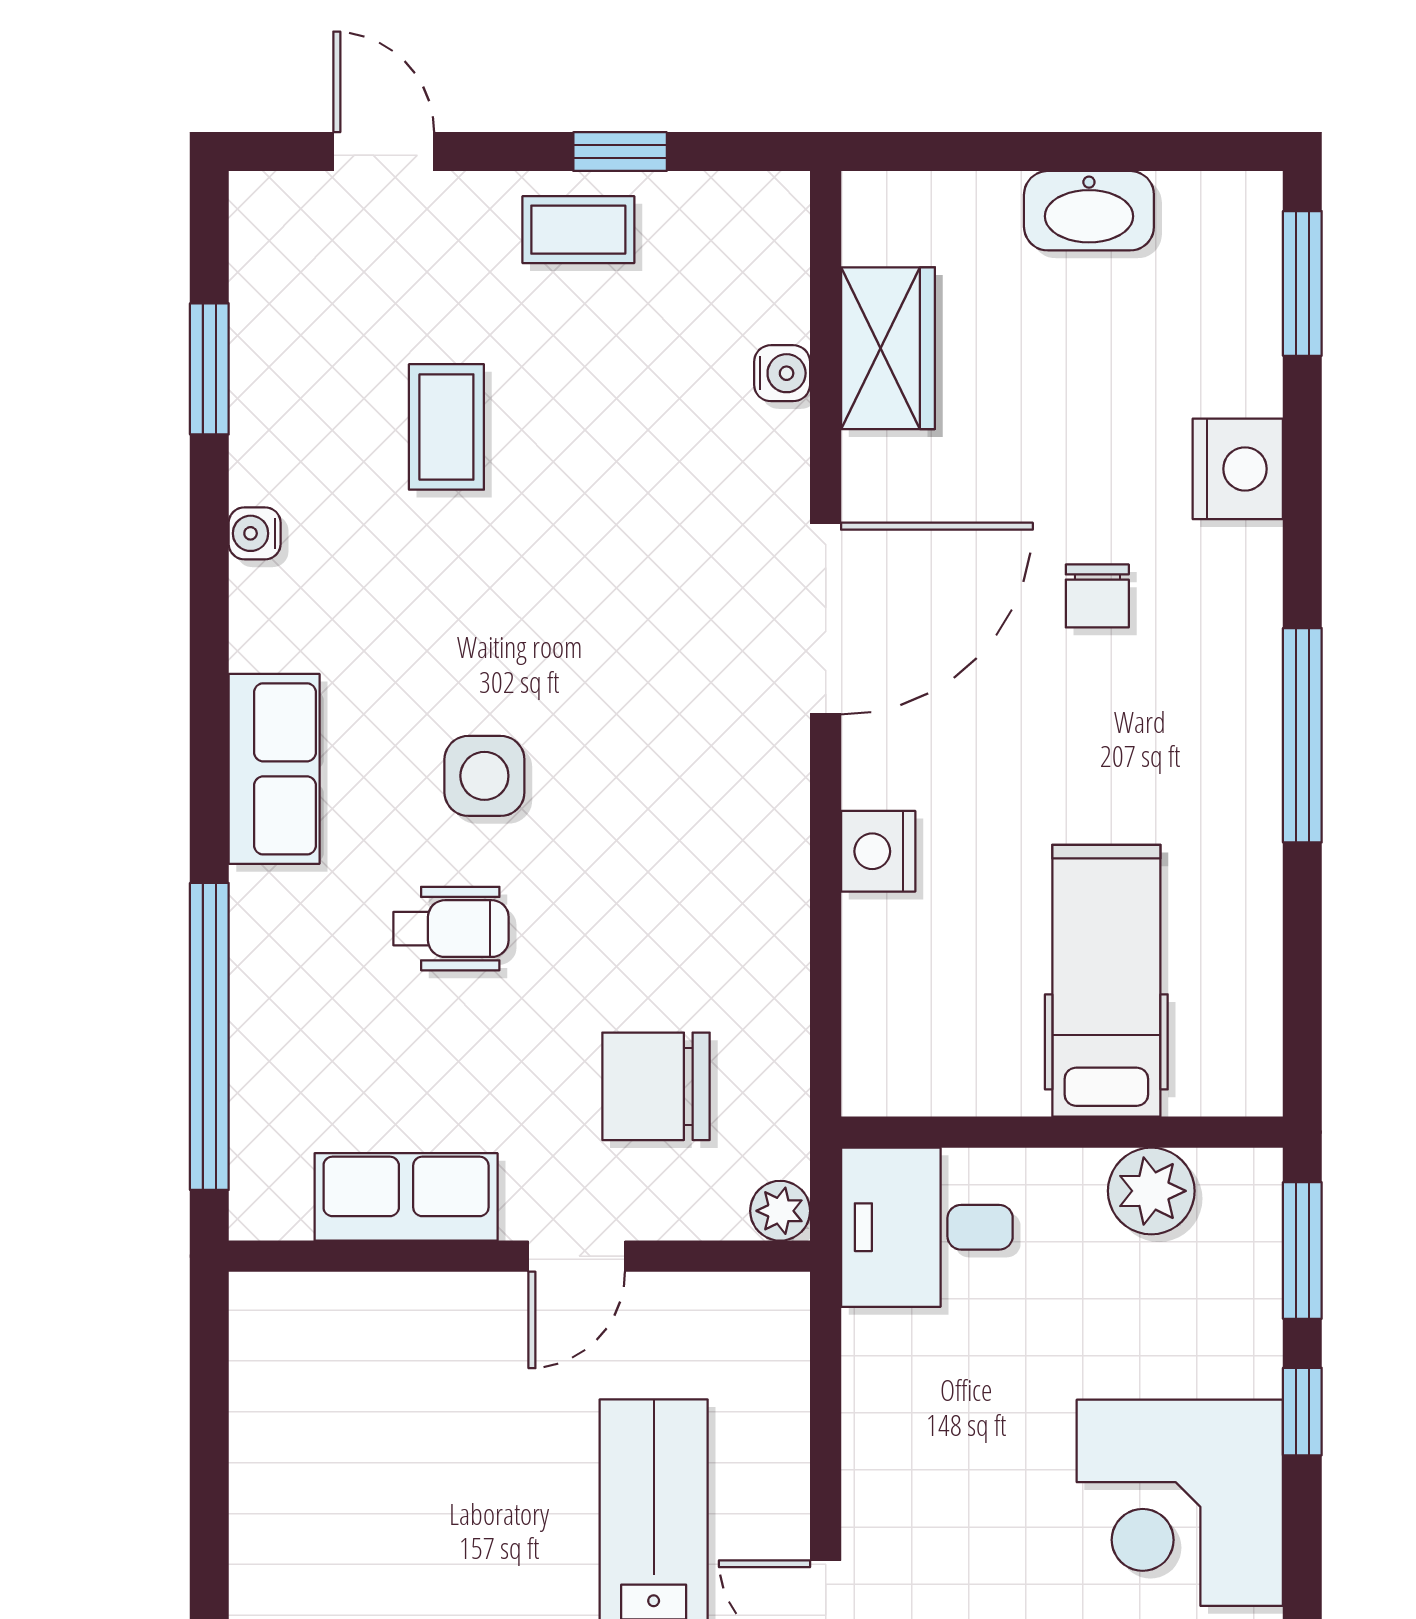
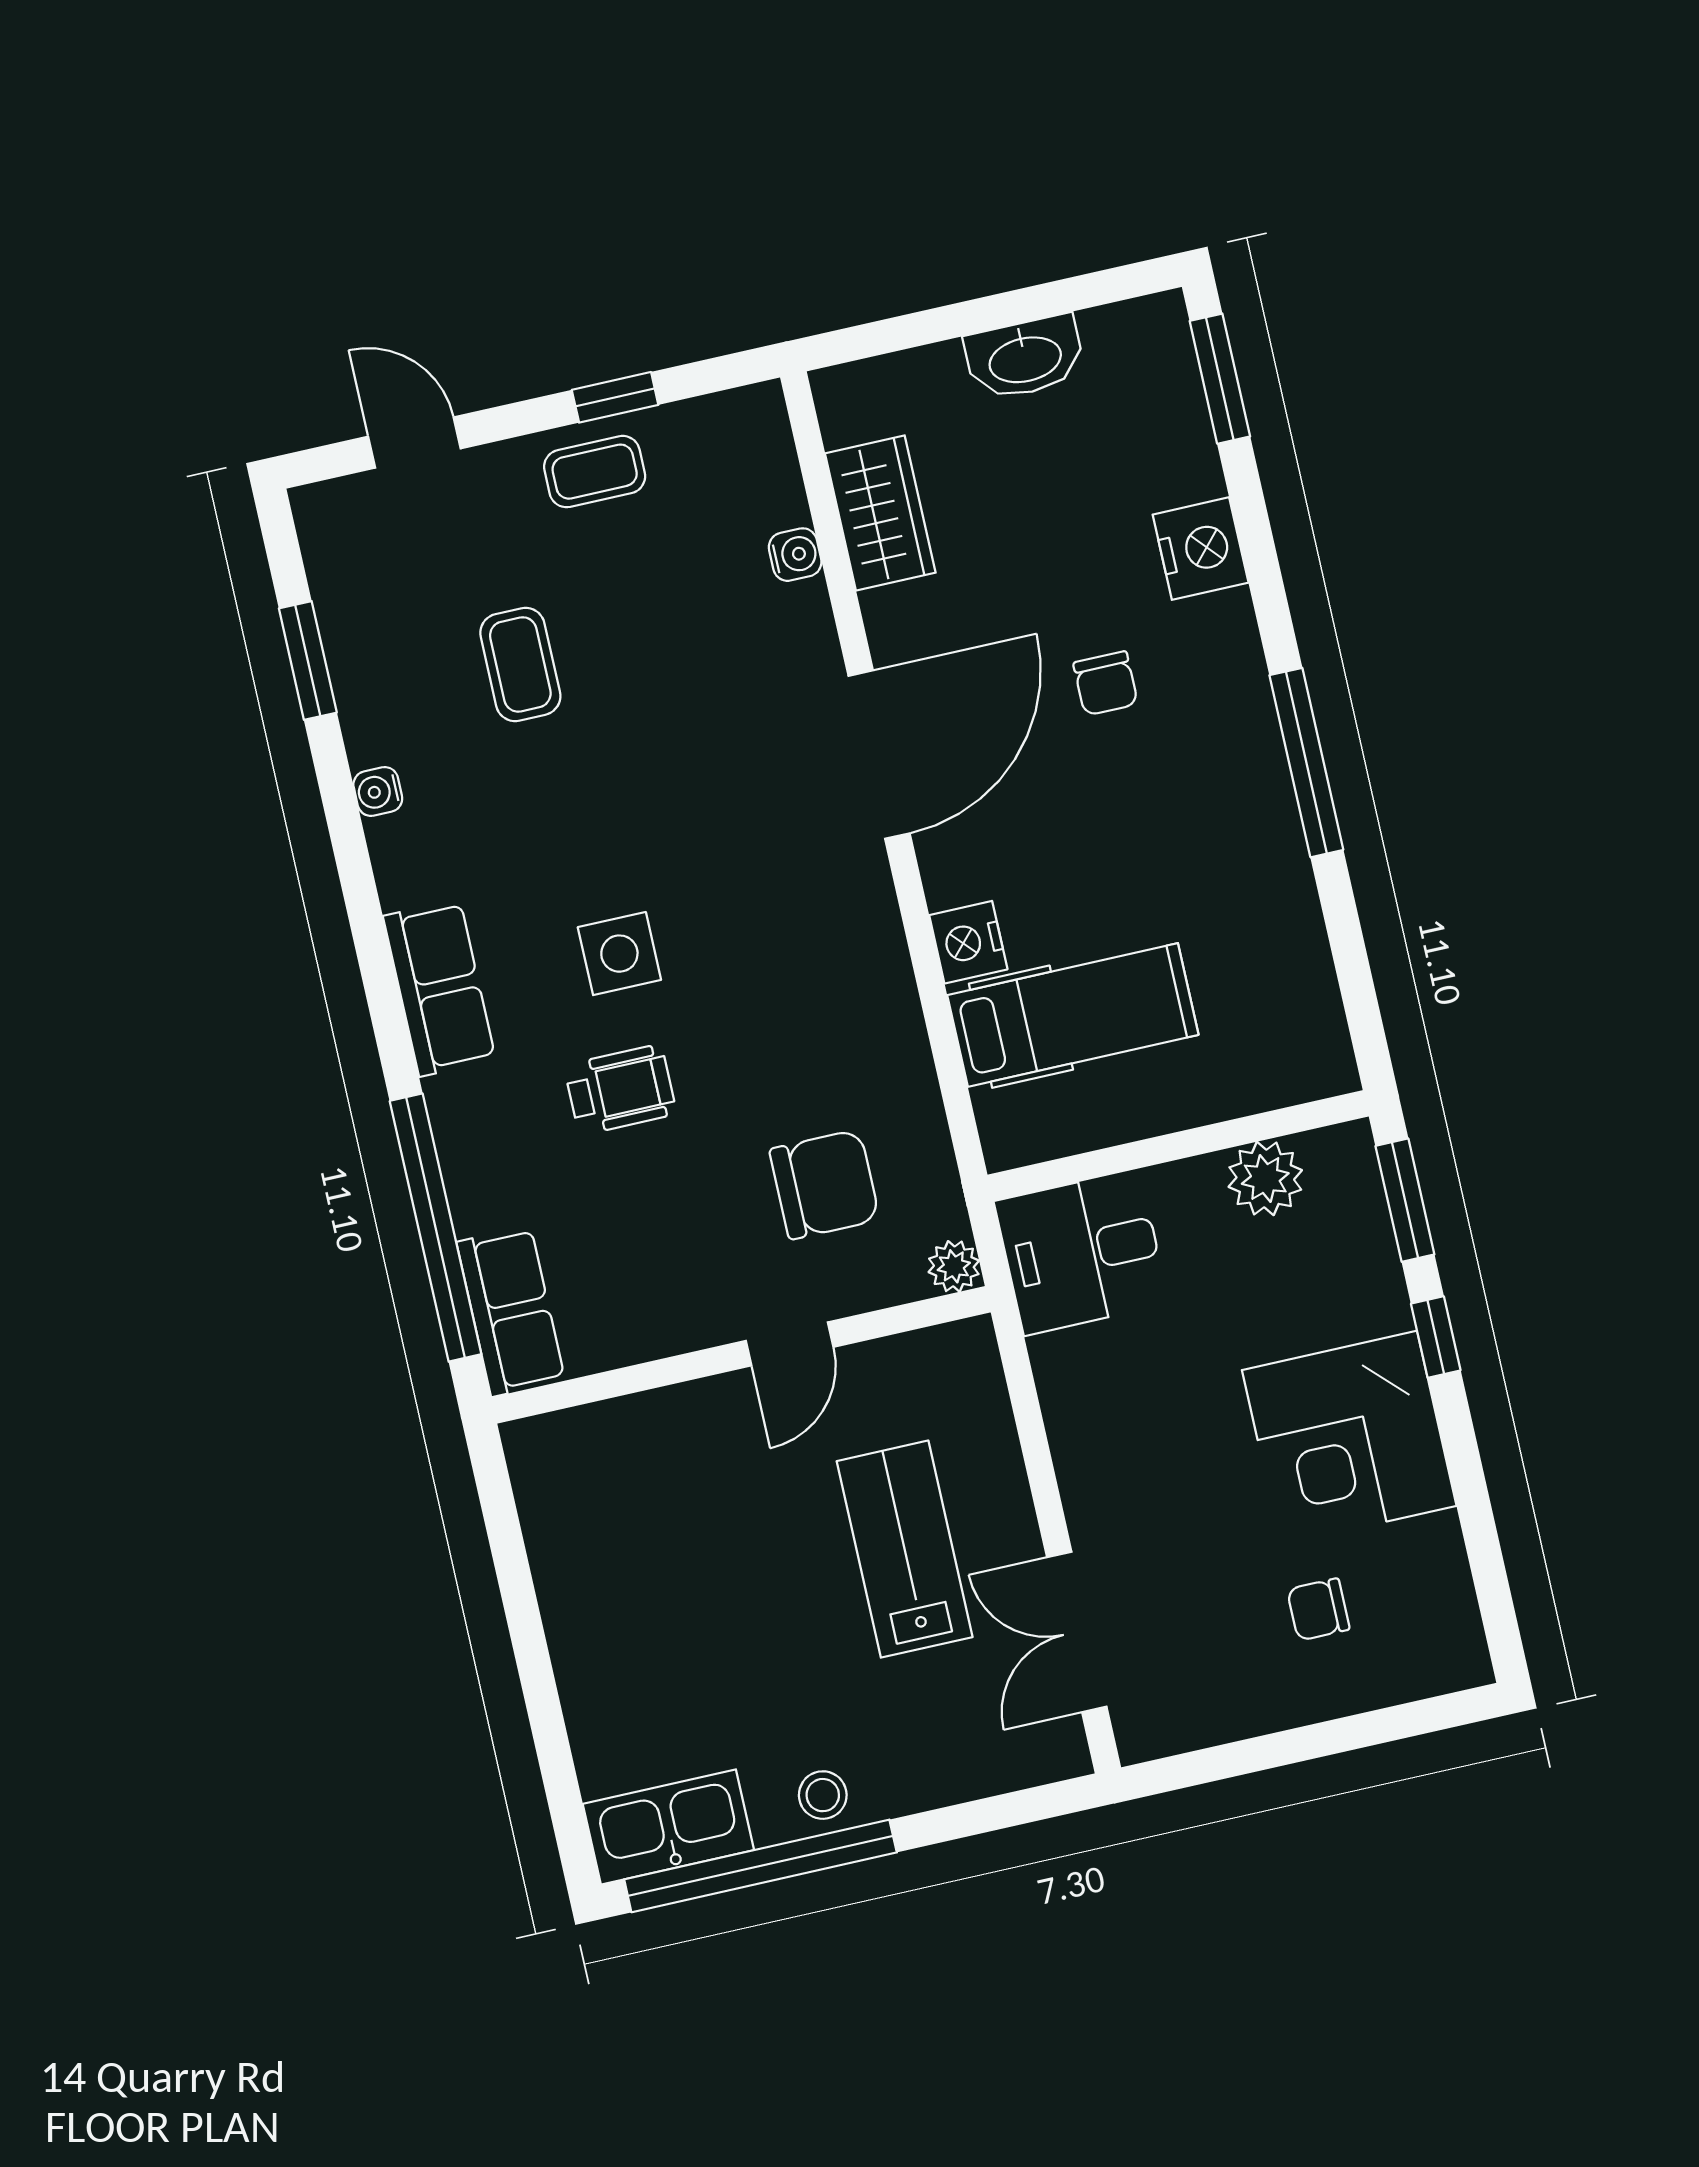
hospital bed: (1106, 981) -> (1073, 1015), moved, turned 90
chair: (656, 1086) -> (825, 1184), turned 180
row of seats: (406, 1197) -> (511, 1311), moved, turned 90

